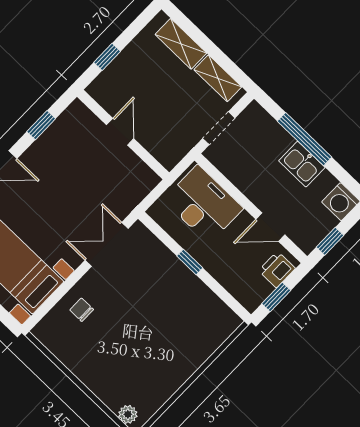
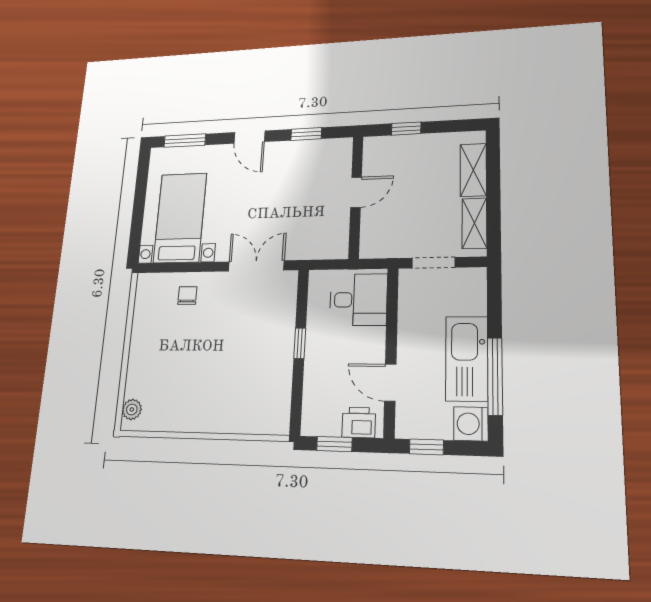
window: (305, 139) -> (495, 376), moved
kitchen sink: (302, 164) -> (467, 359), width x1.87, depth x1.24
desk: (203, 204) -> (358, 300), width x0.73

